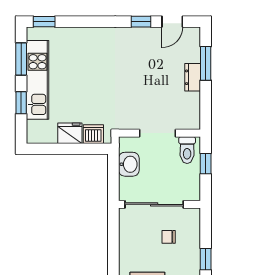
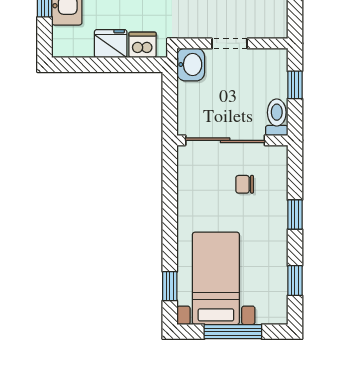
doorway: (157, 133) -> (230, 43), width x0.73
toilet: (187, 150) -> (277, 117), moved, turned 180
washbasin: (129, 164) -> (191, 65), moved

